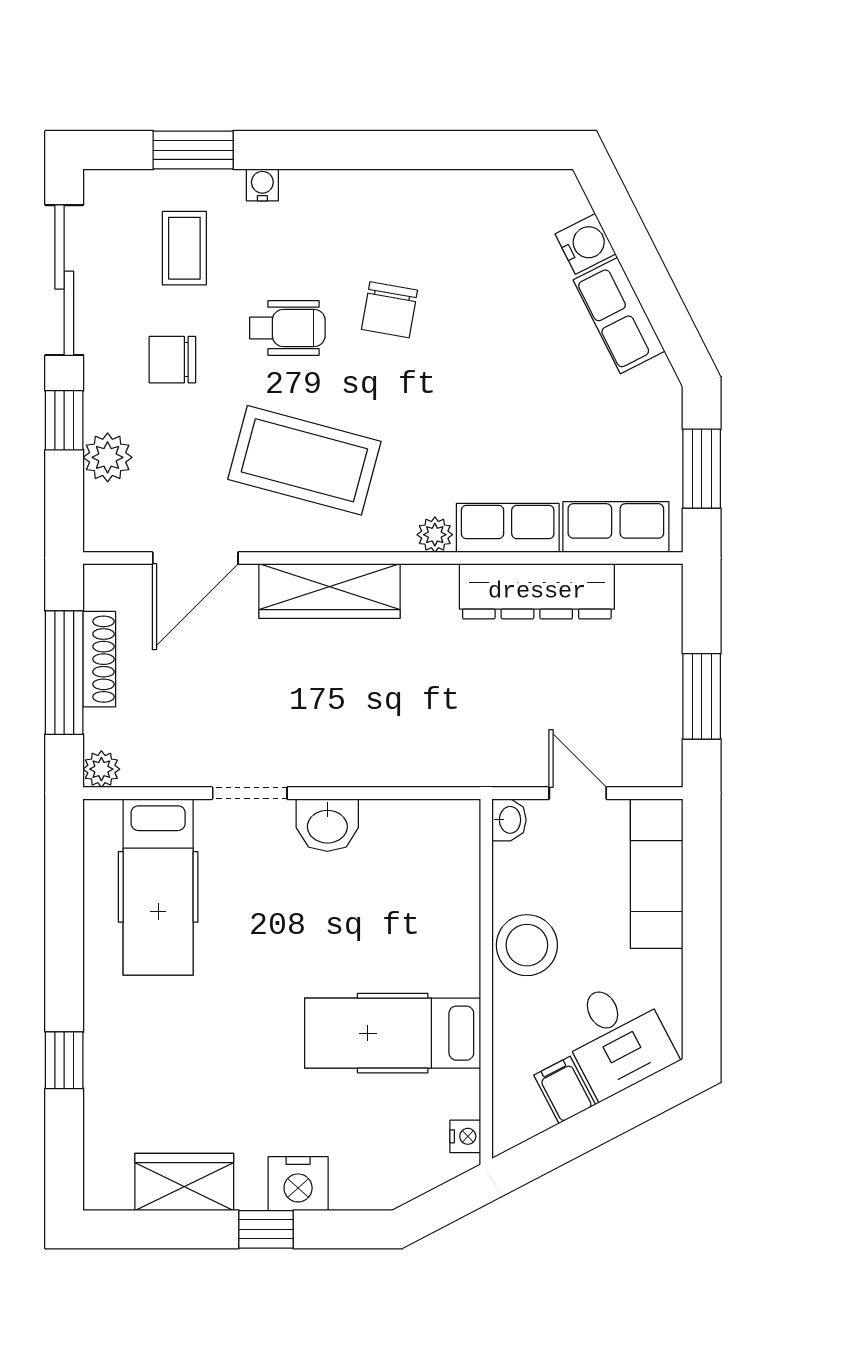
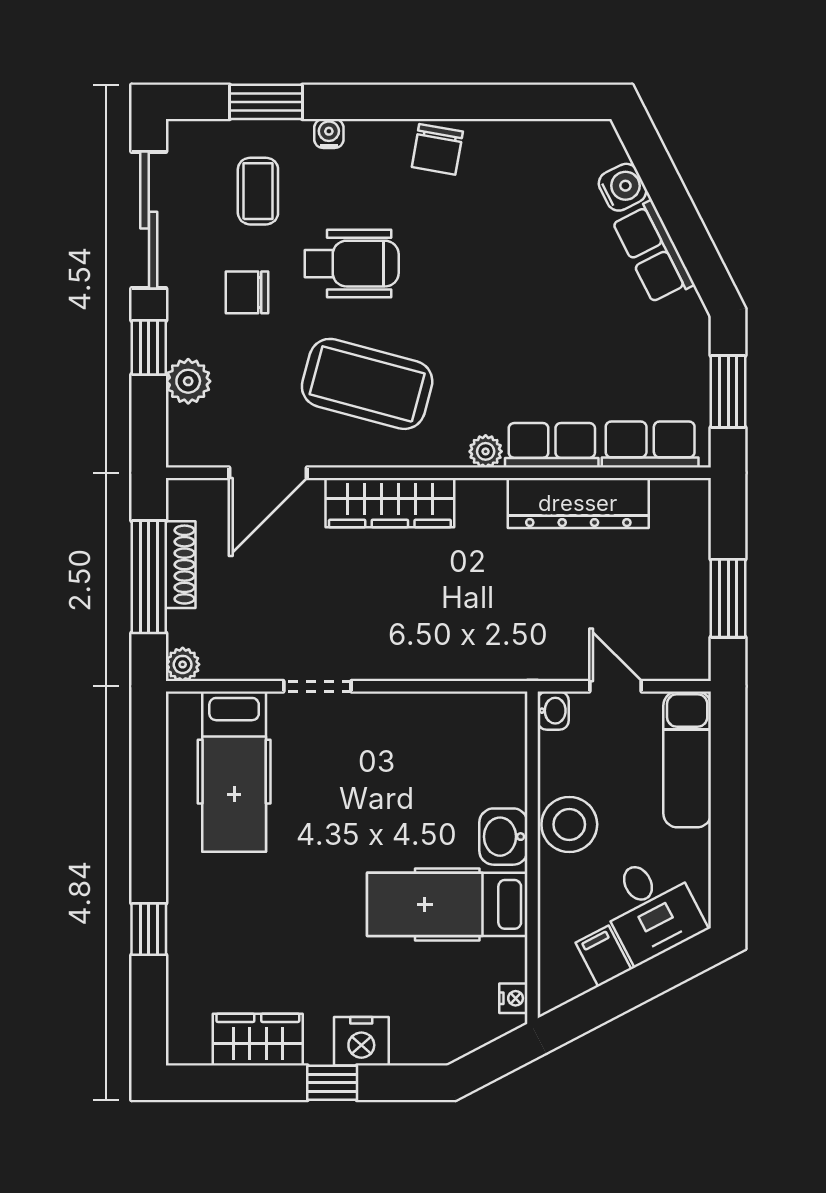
chair: (390, 310) -> (437, 149), moved
wheelchair: (287, 328) -> (352, 264), width x1.36, depth x1.37
washbasin: (327, 825) -> (503, 837), moved, turned 90

